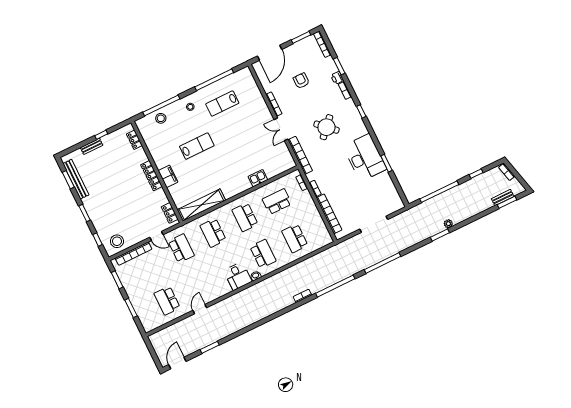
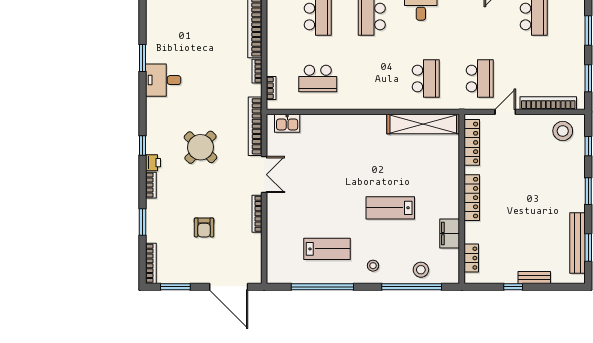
door: (270, 53) -> (229, 287), swing flipped
printer: (337, 78) -> (153, 163), moved
desk: (365, 158) -> (163, 80), width x0.53, depth x0.77
filing cabinet: (168, 176) -> (450, 234), moved
kitchen sink: (258, 178) -> (287, 123), moved
locker: (170, 213) -> (472, 142), width x1.53
school desk: (245, 217) -> (372, 79), removed
door: (156, 236) -> (505, 112), hinge flipped
school desk: (181, 248) -> (480, 79), turned 180

